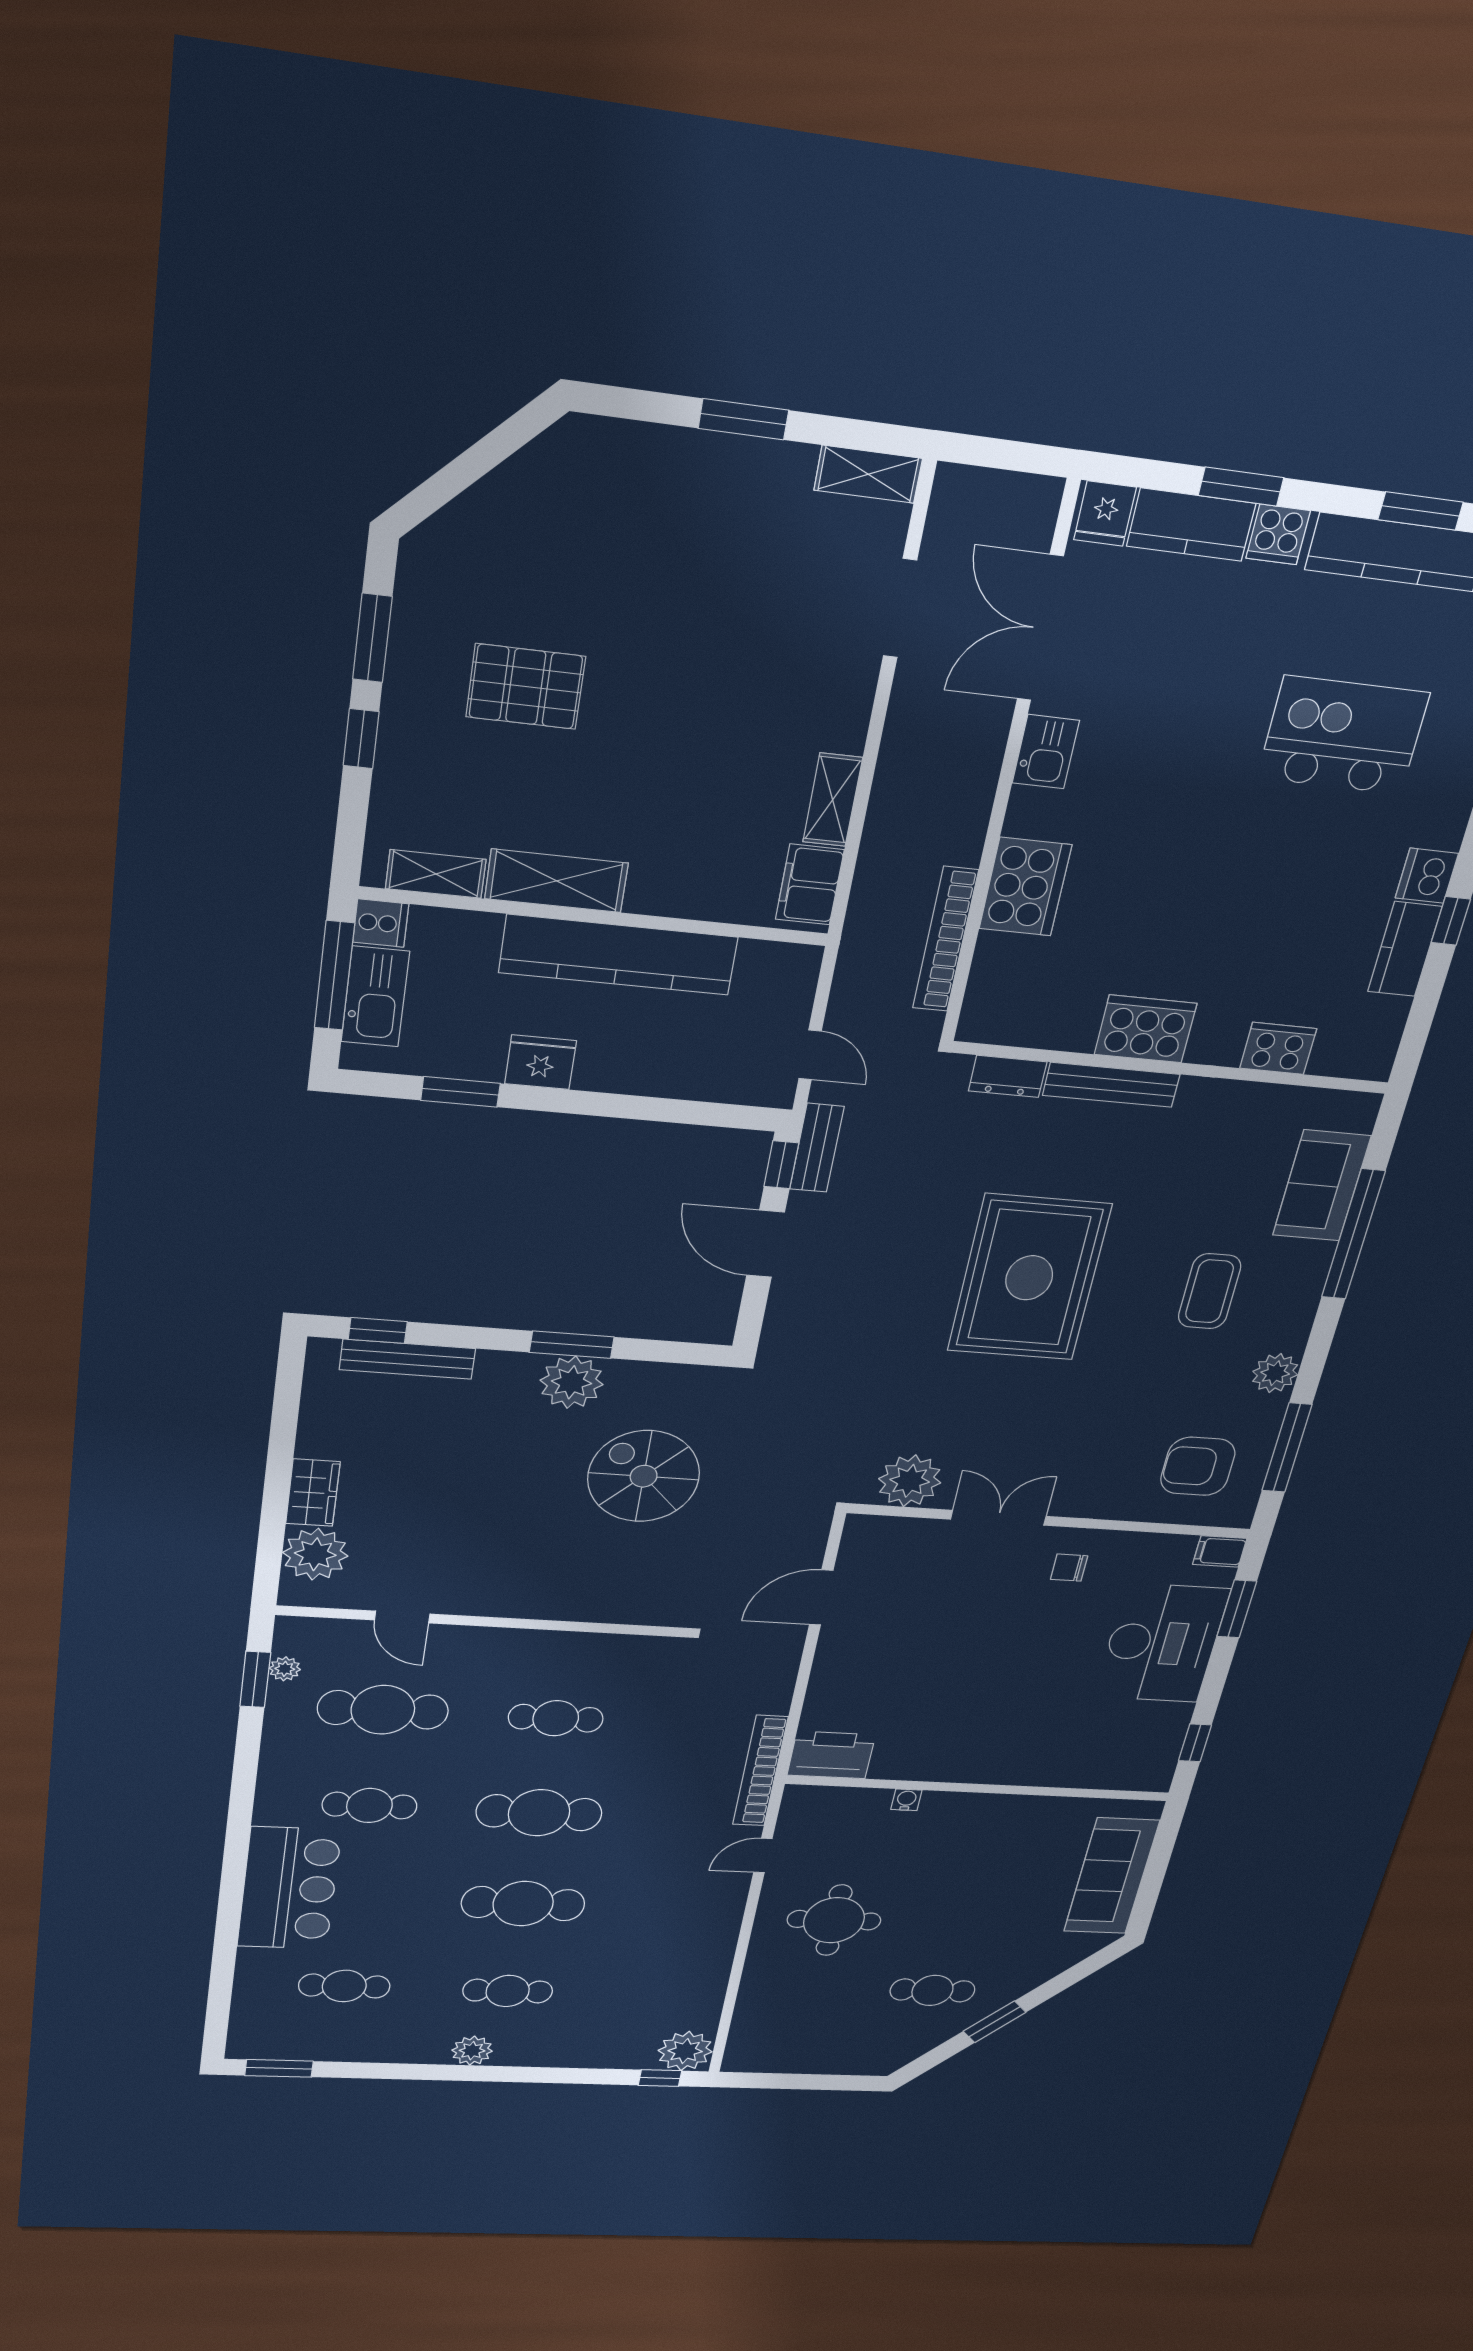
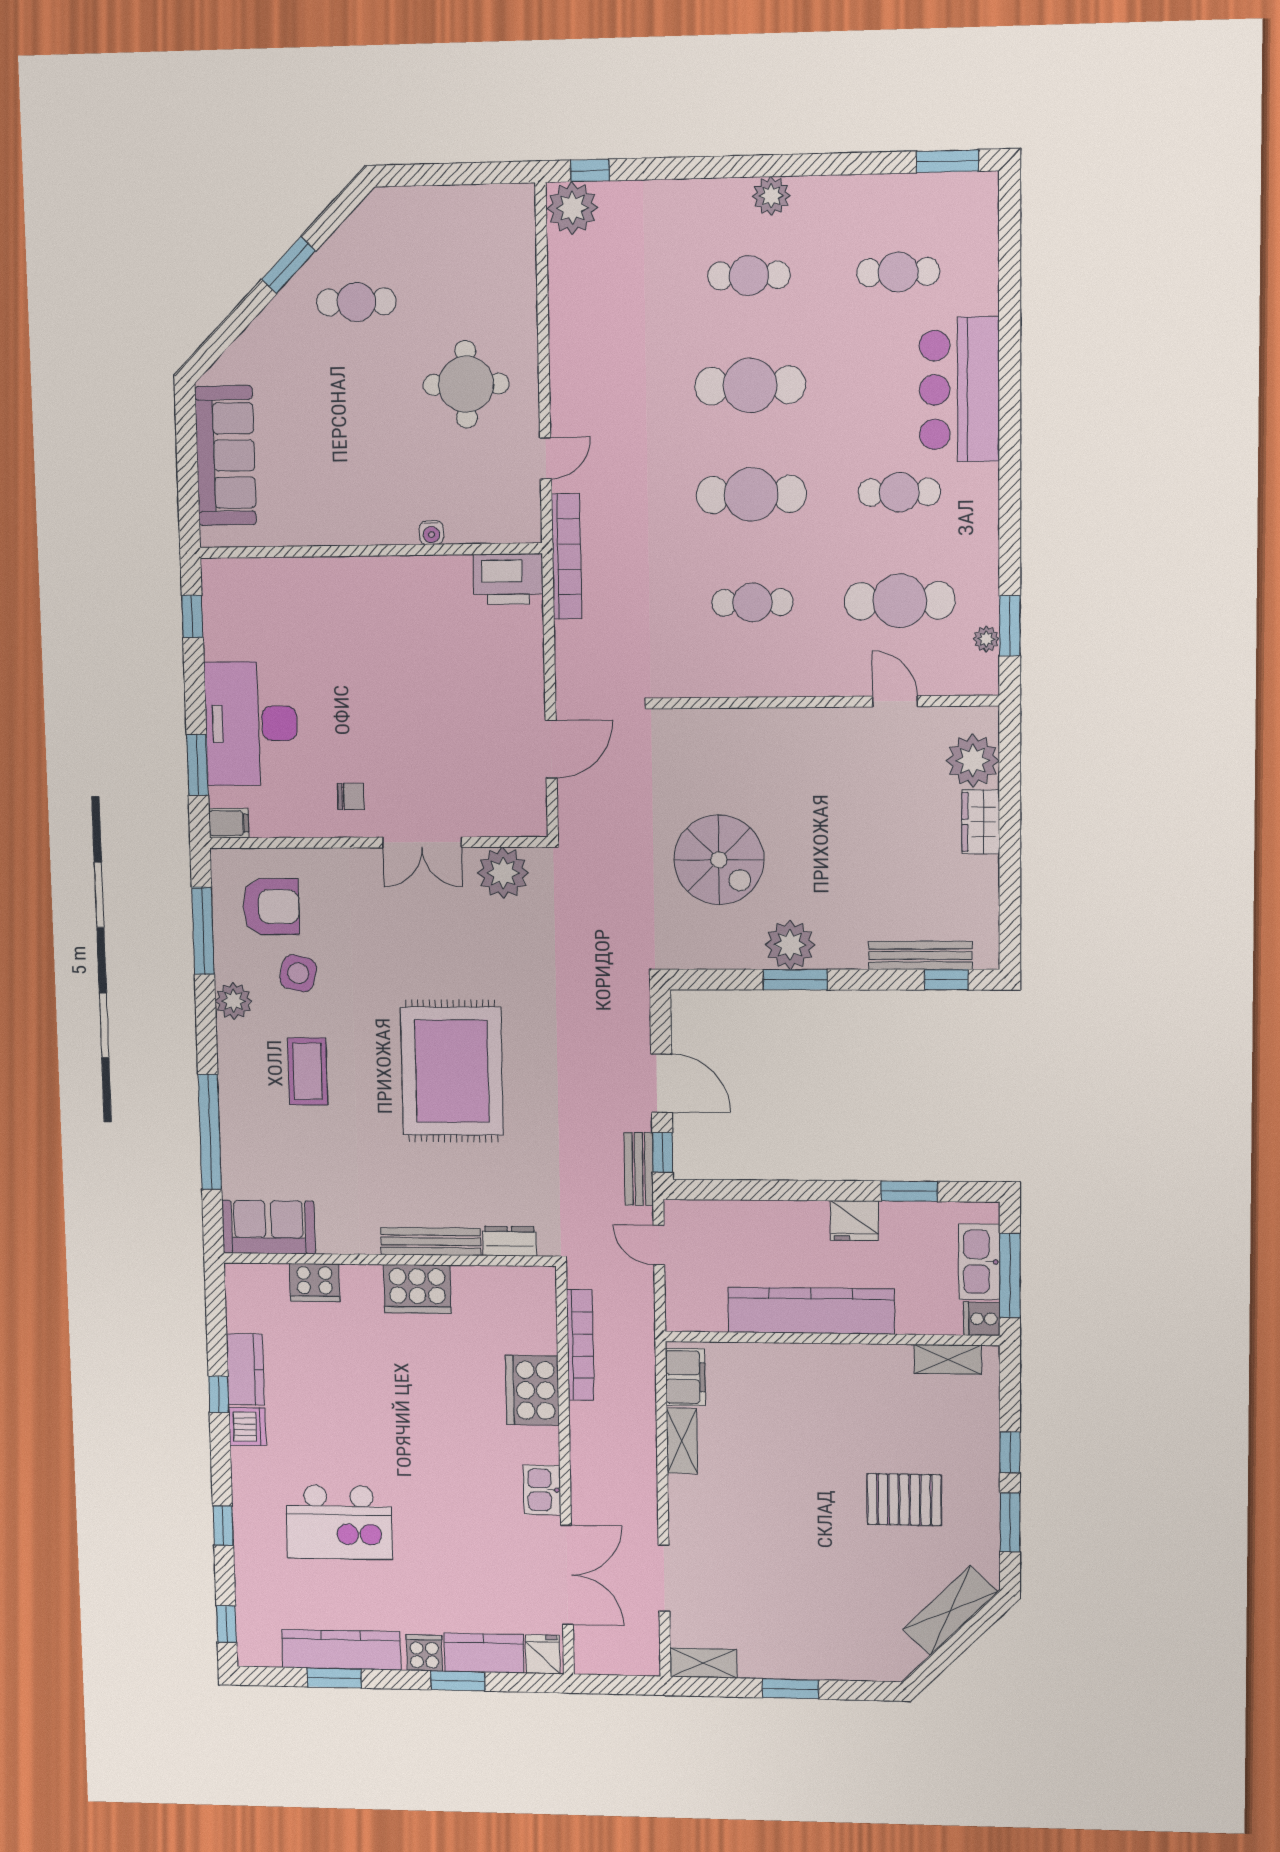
shelving: (556, 881) -> (950, 1610), moved, turned -45
sofa: (1322, 1186) -> (269, 1227), moved, turned -90
side table: (1187, 1396) -> (298, 973), added

